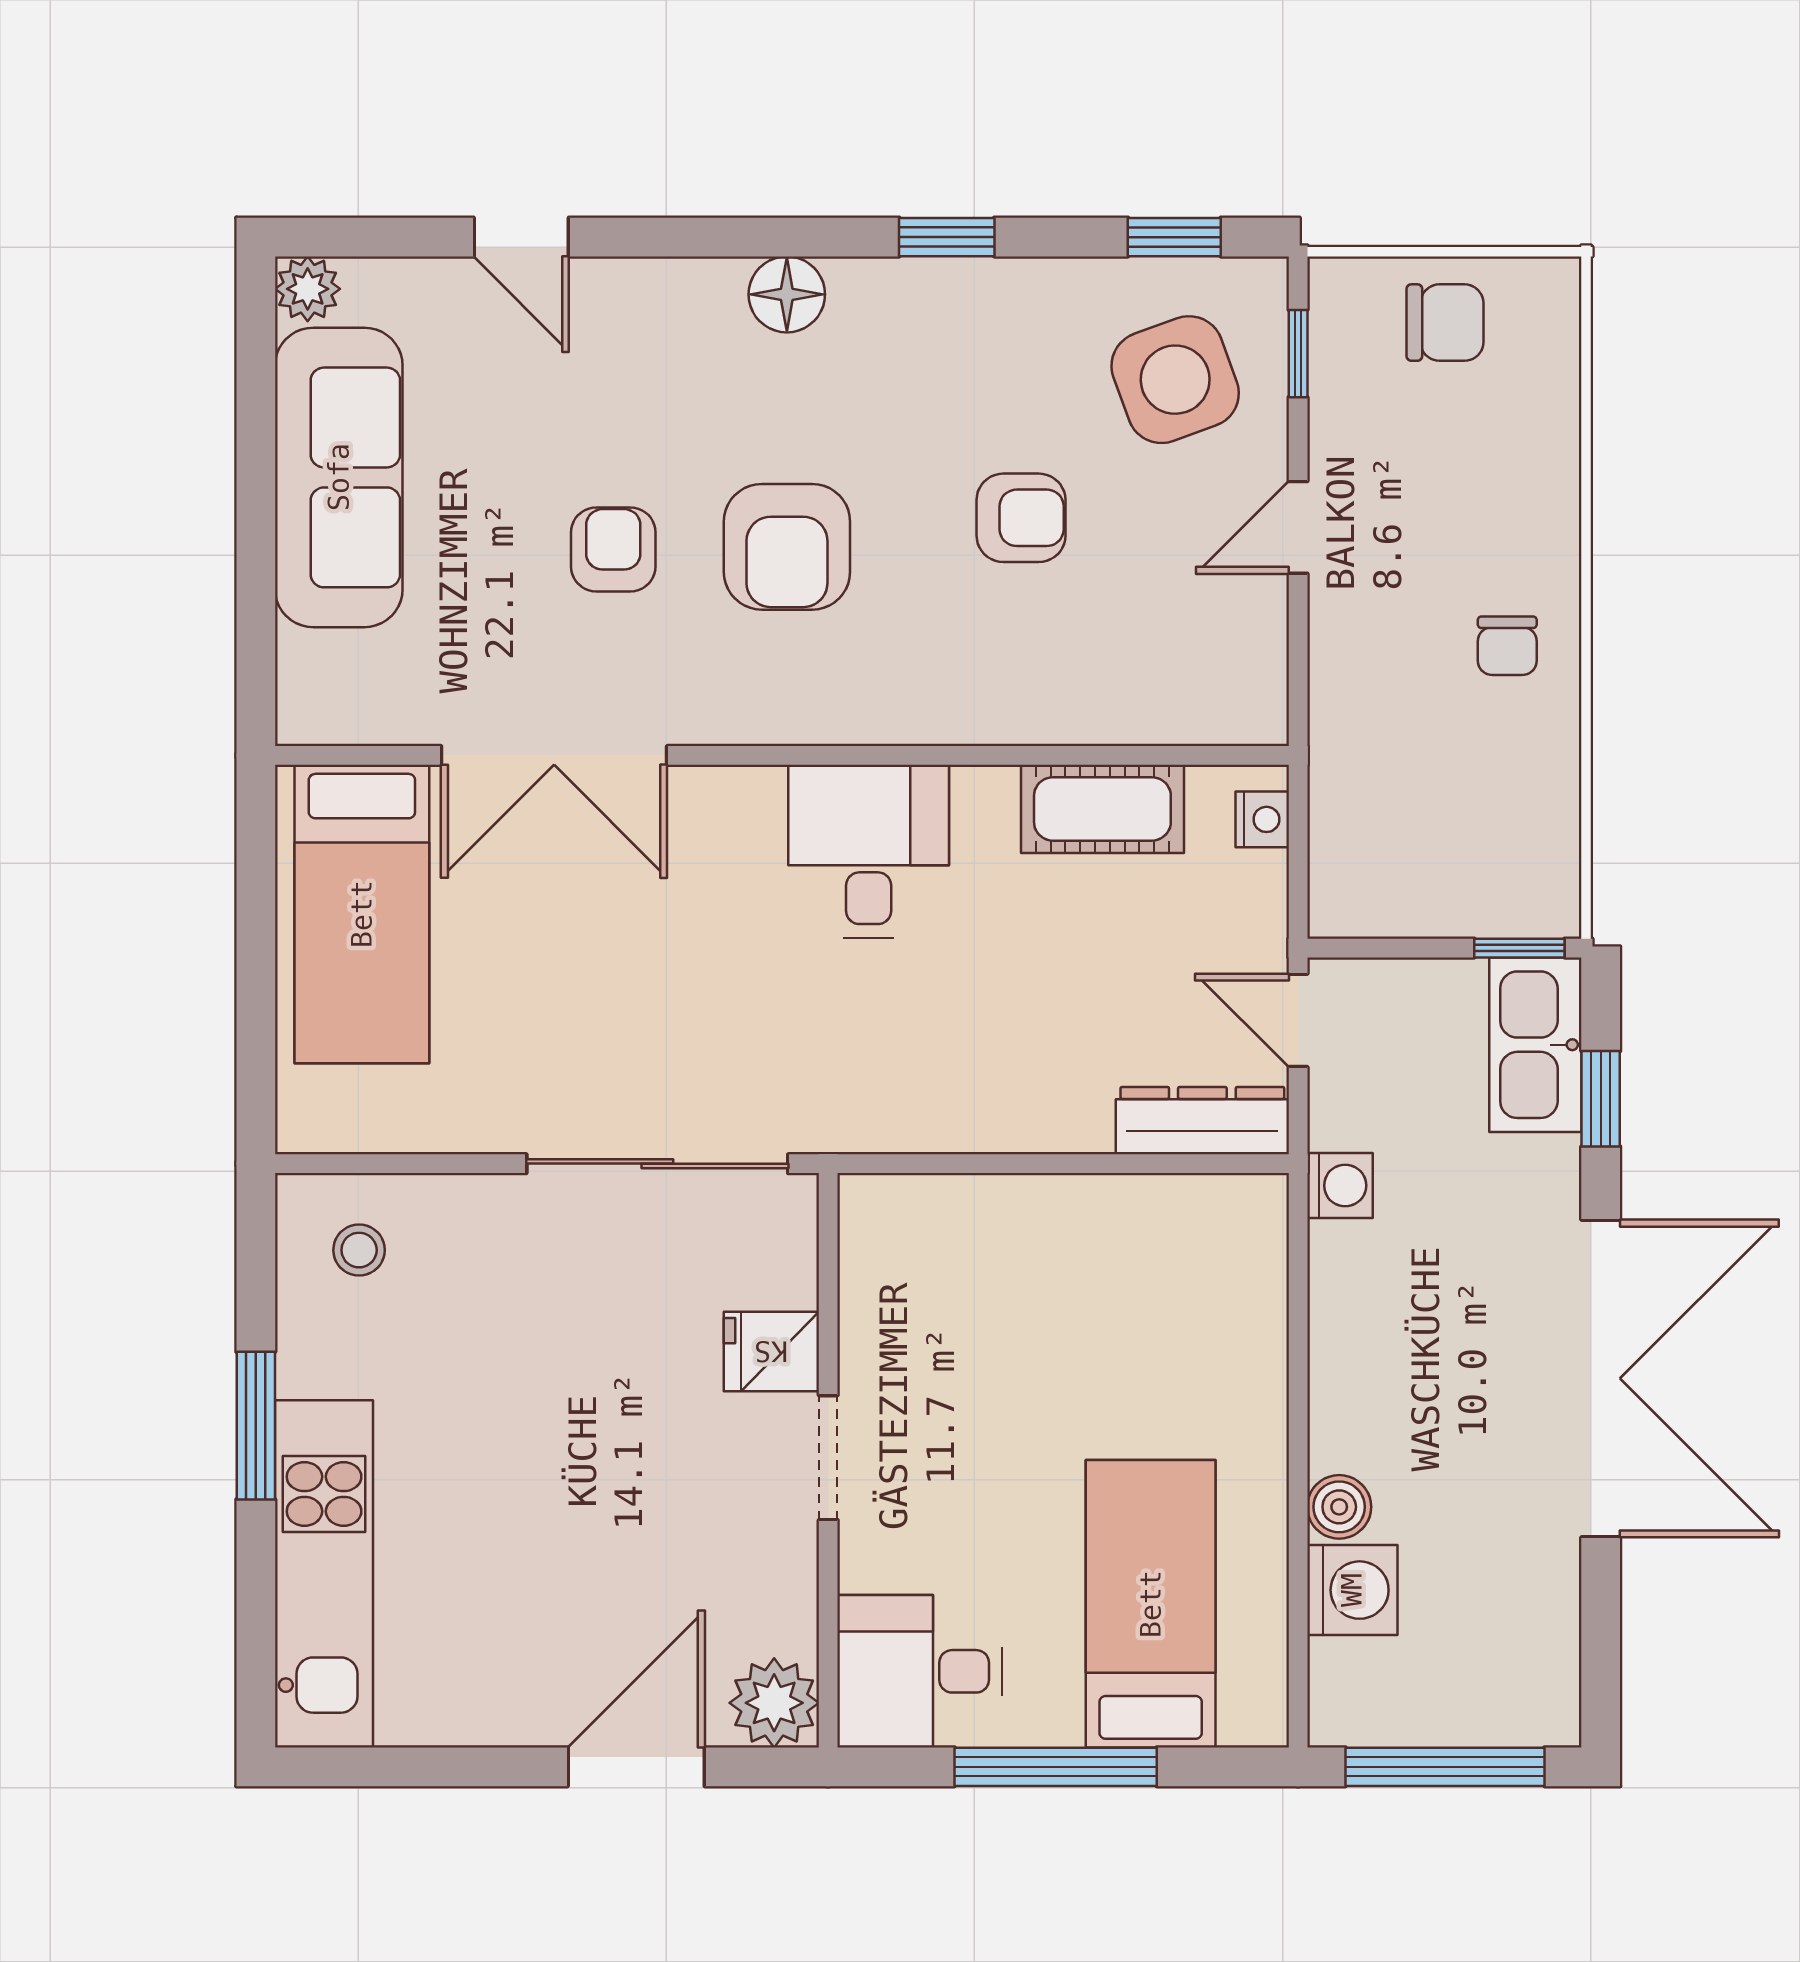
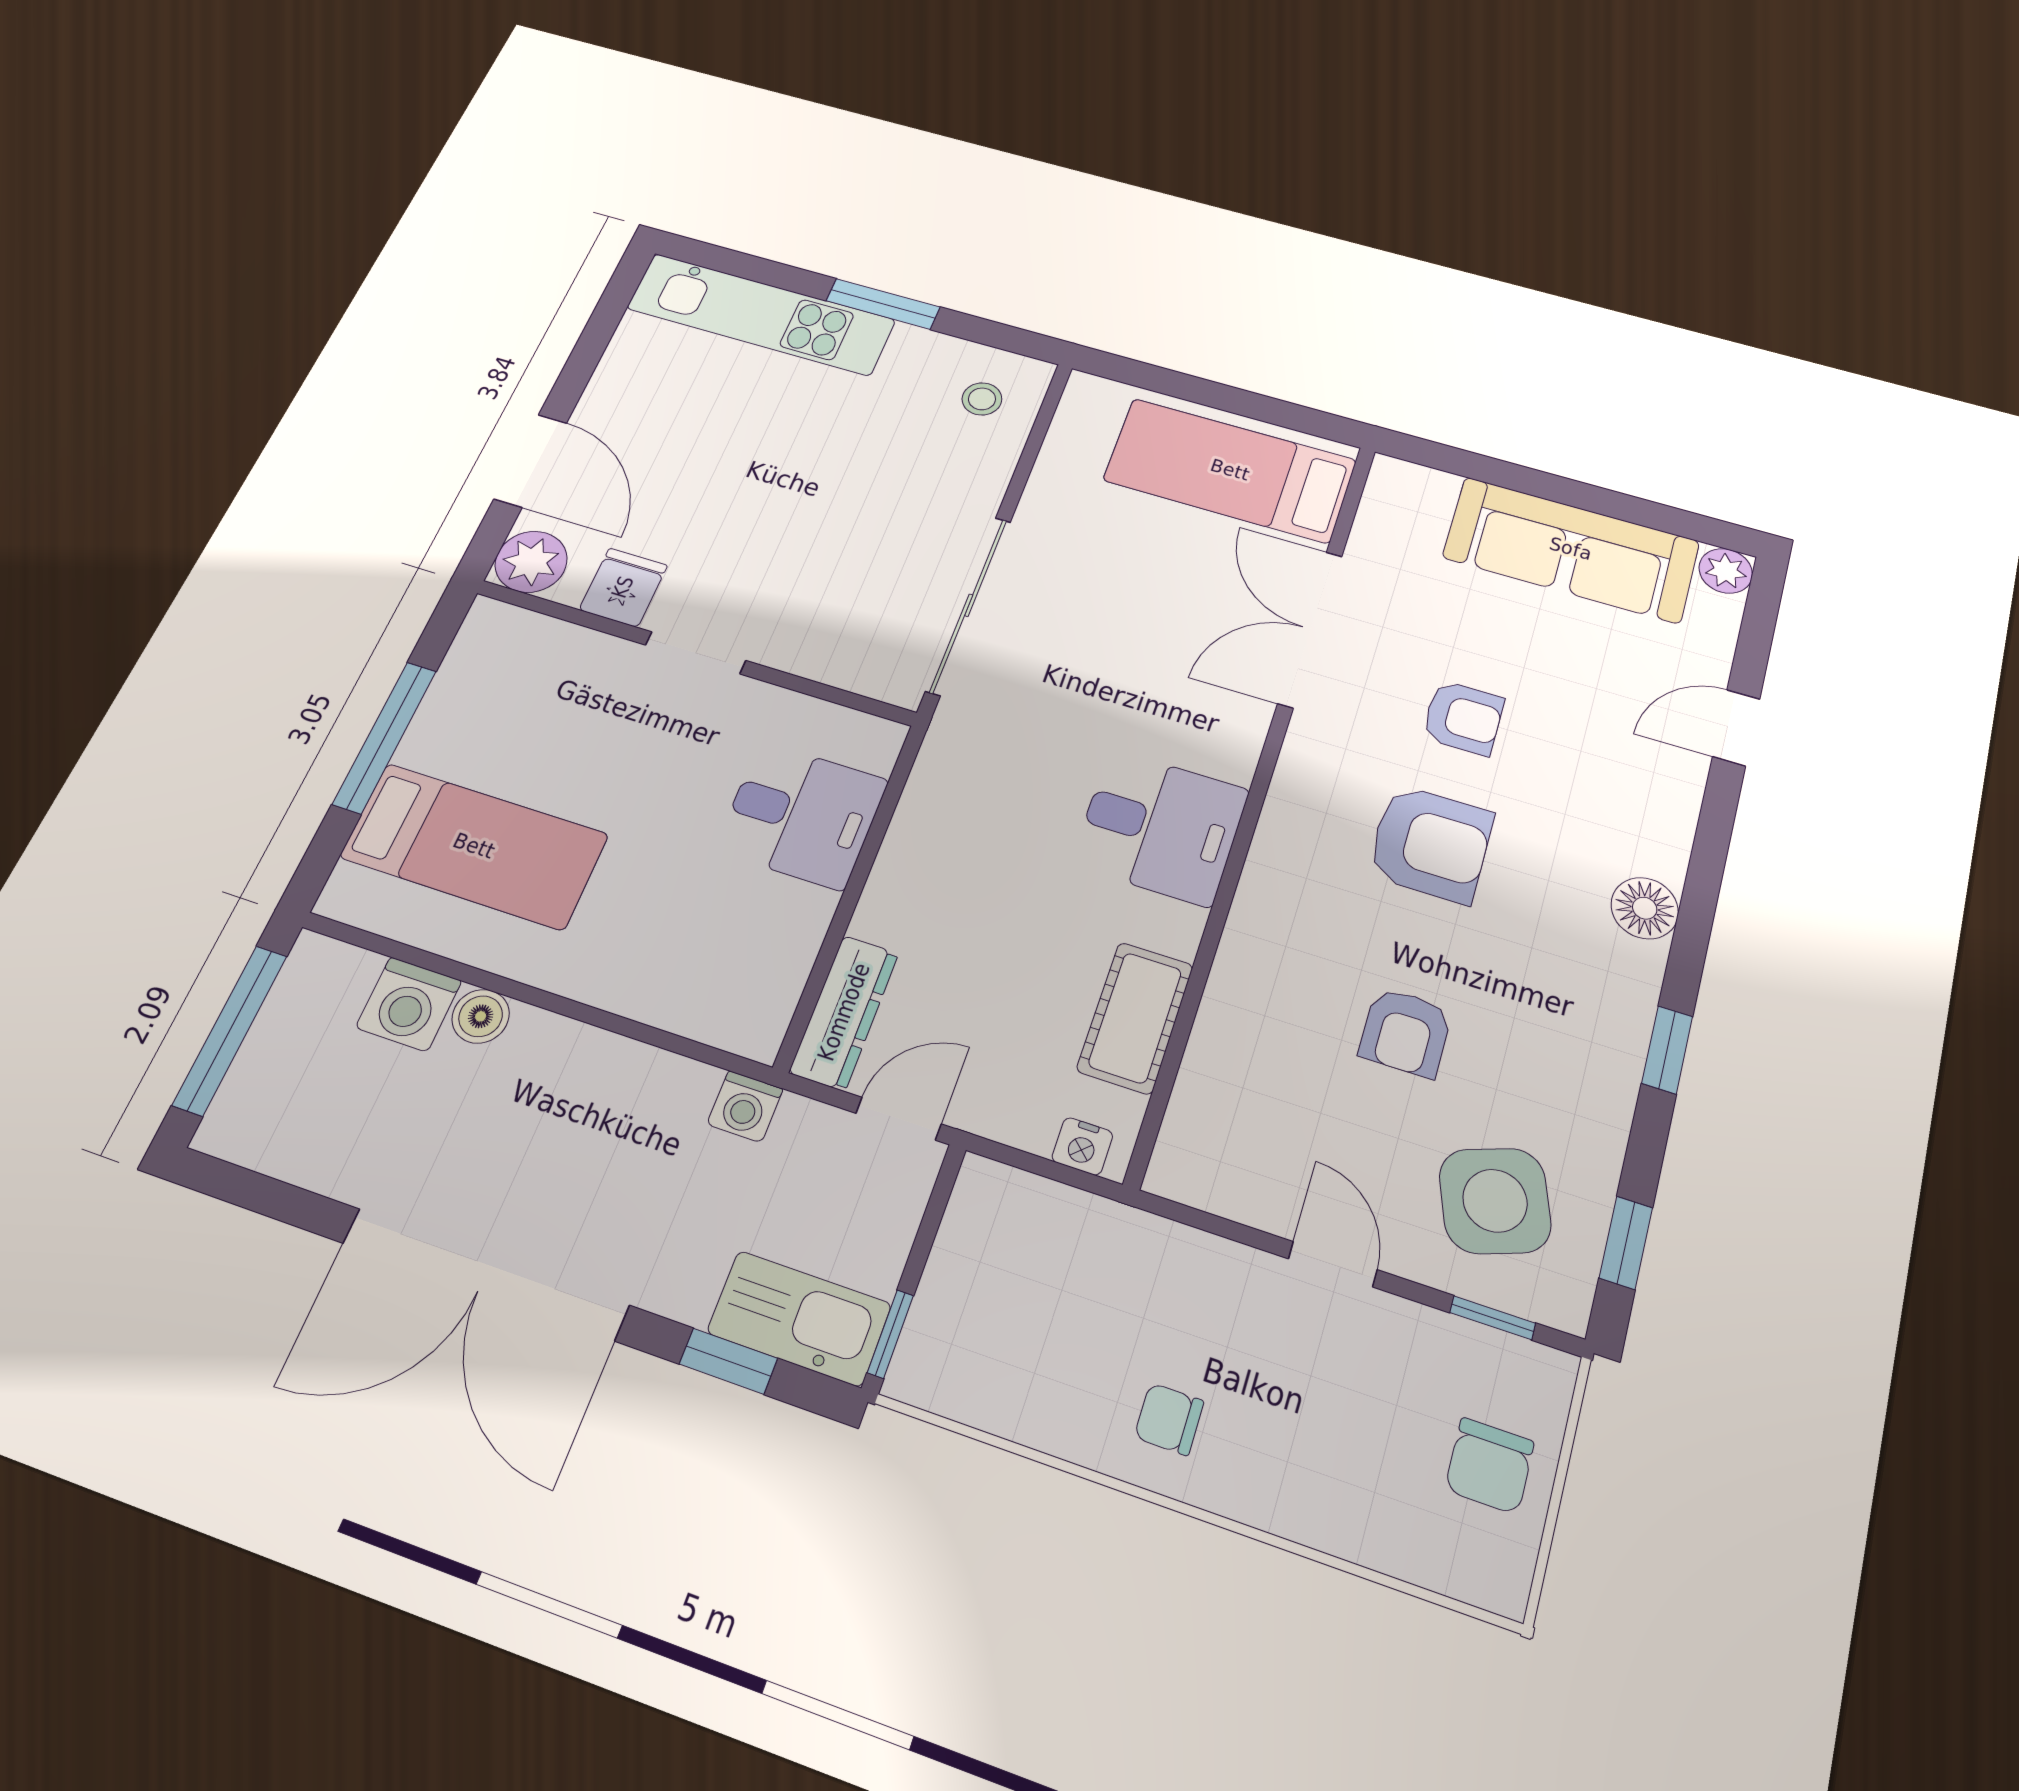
armchair: (787, 547) -> (1430, 843), turned 180
fridge: (771, 1351) -> (623, 587), moved
desk: (920, 1671) -> (802, 815), moved, turned 90

